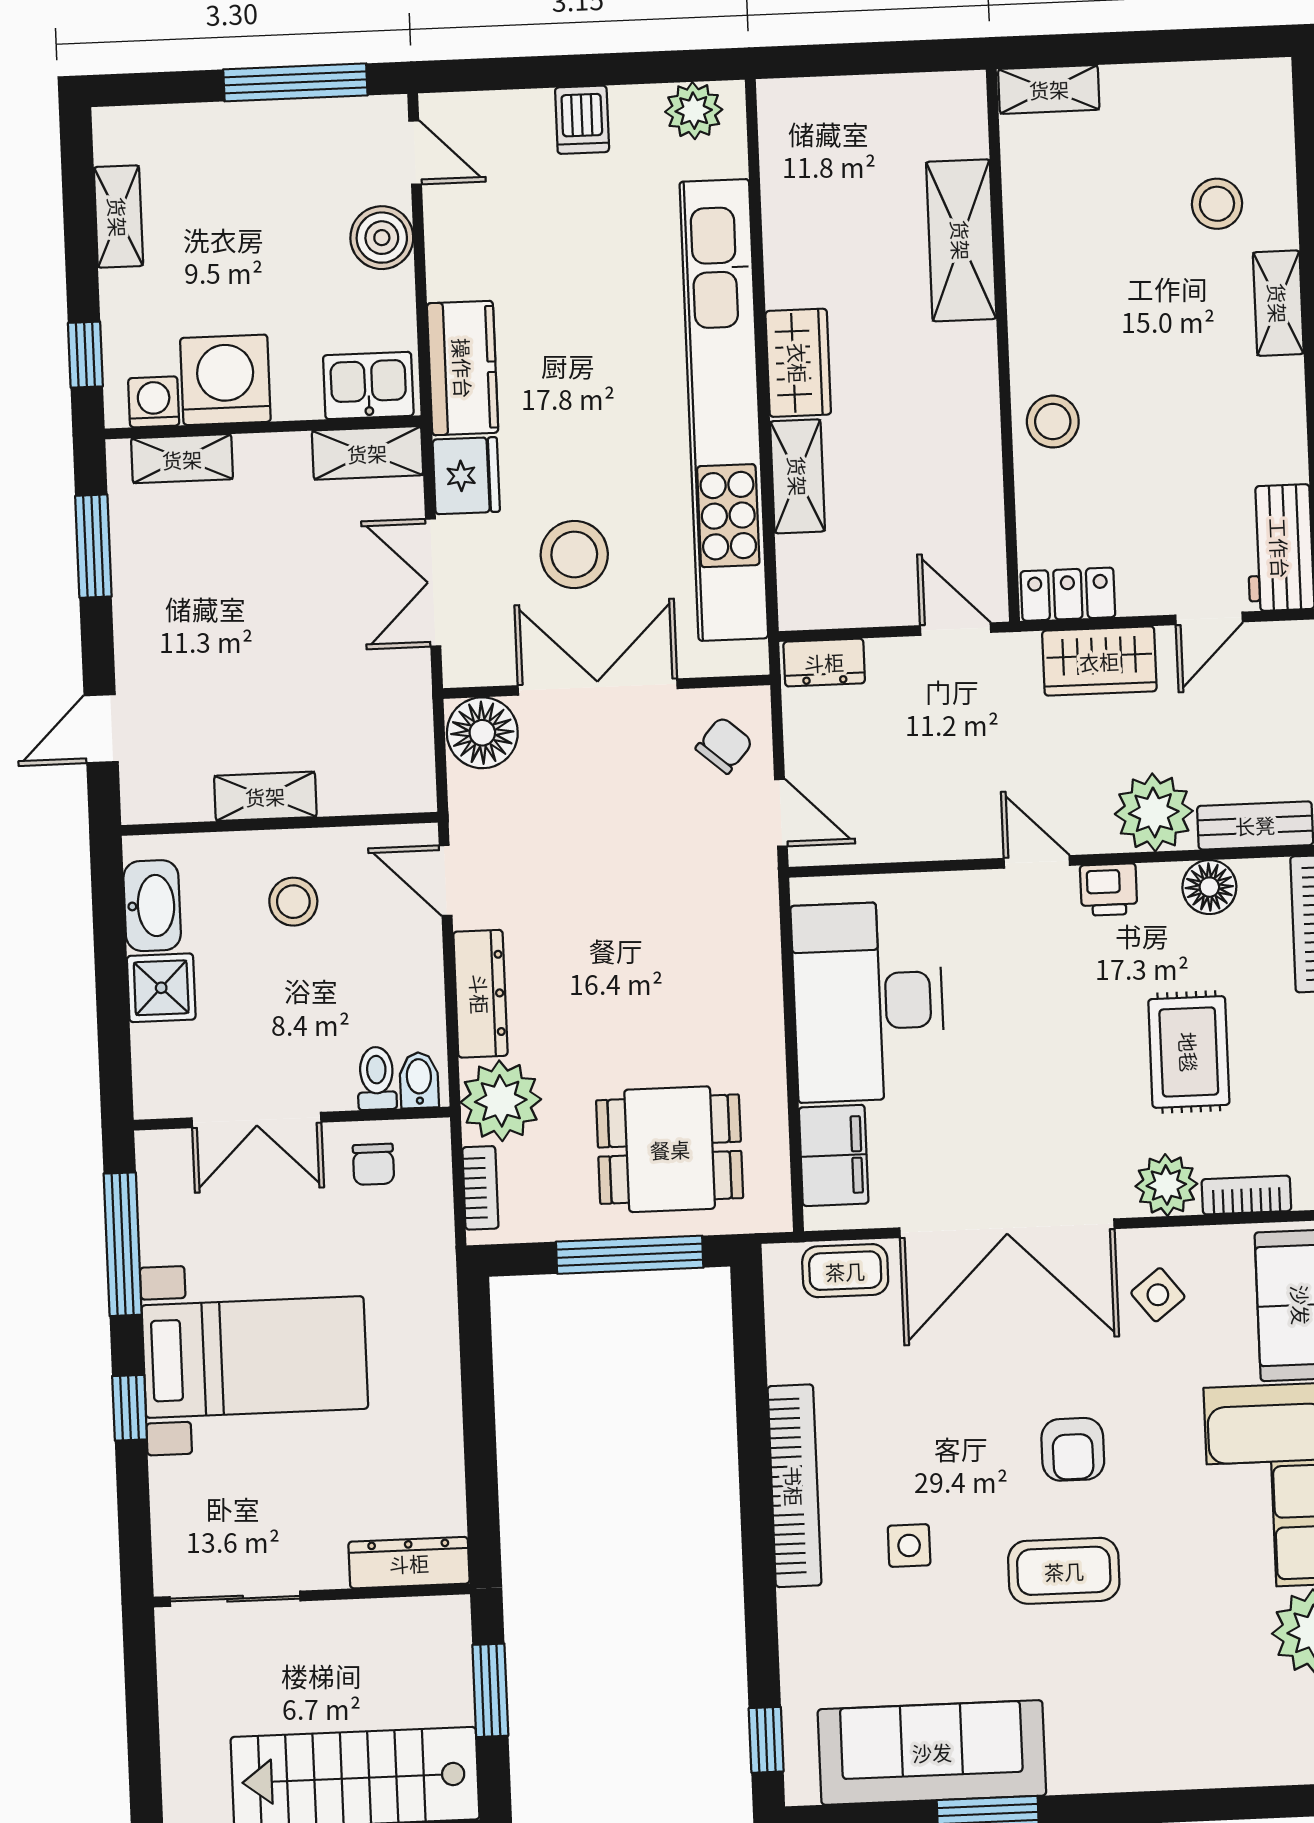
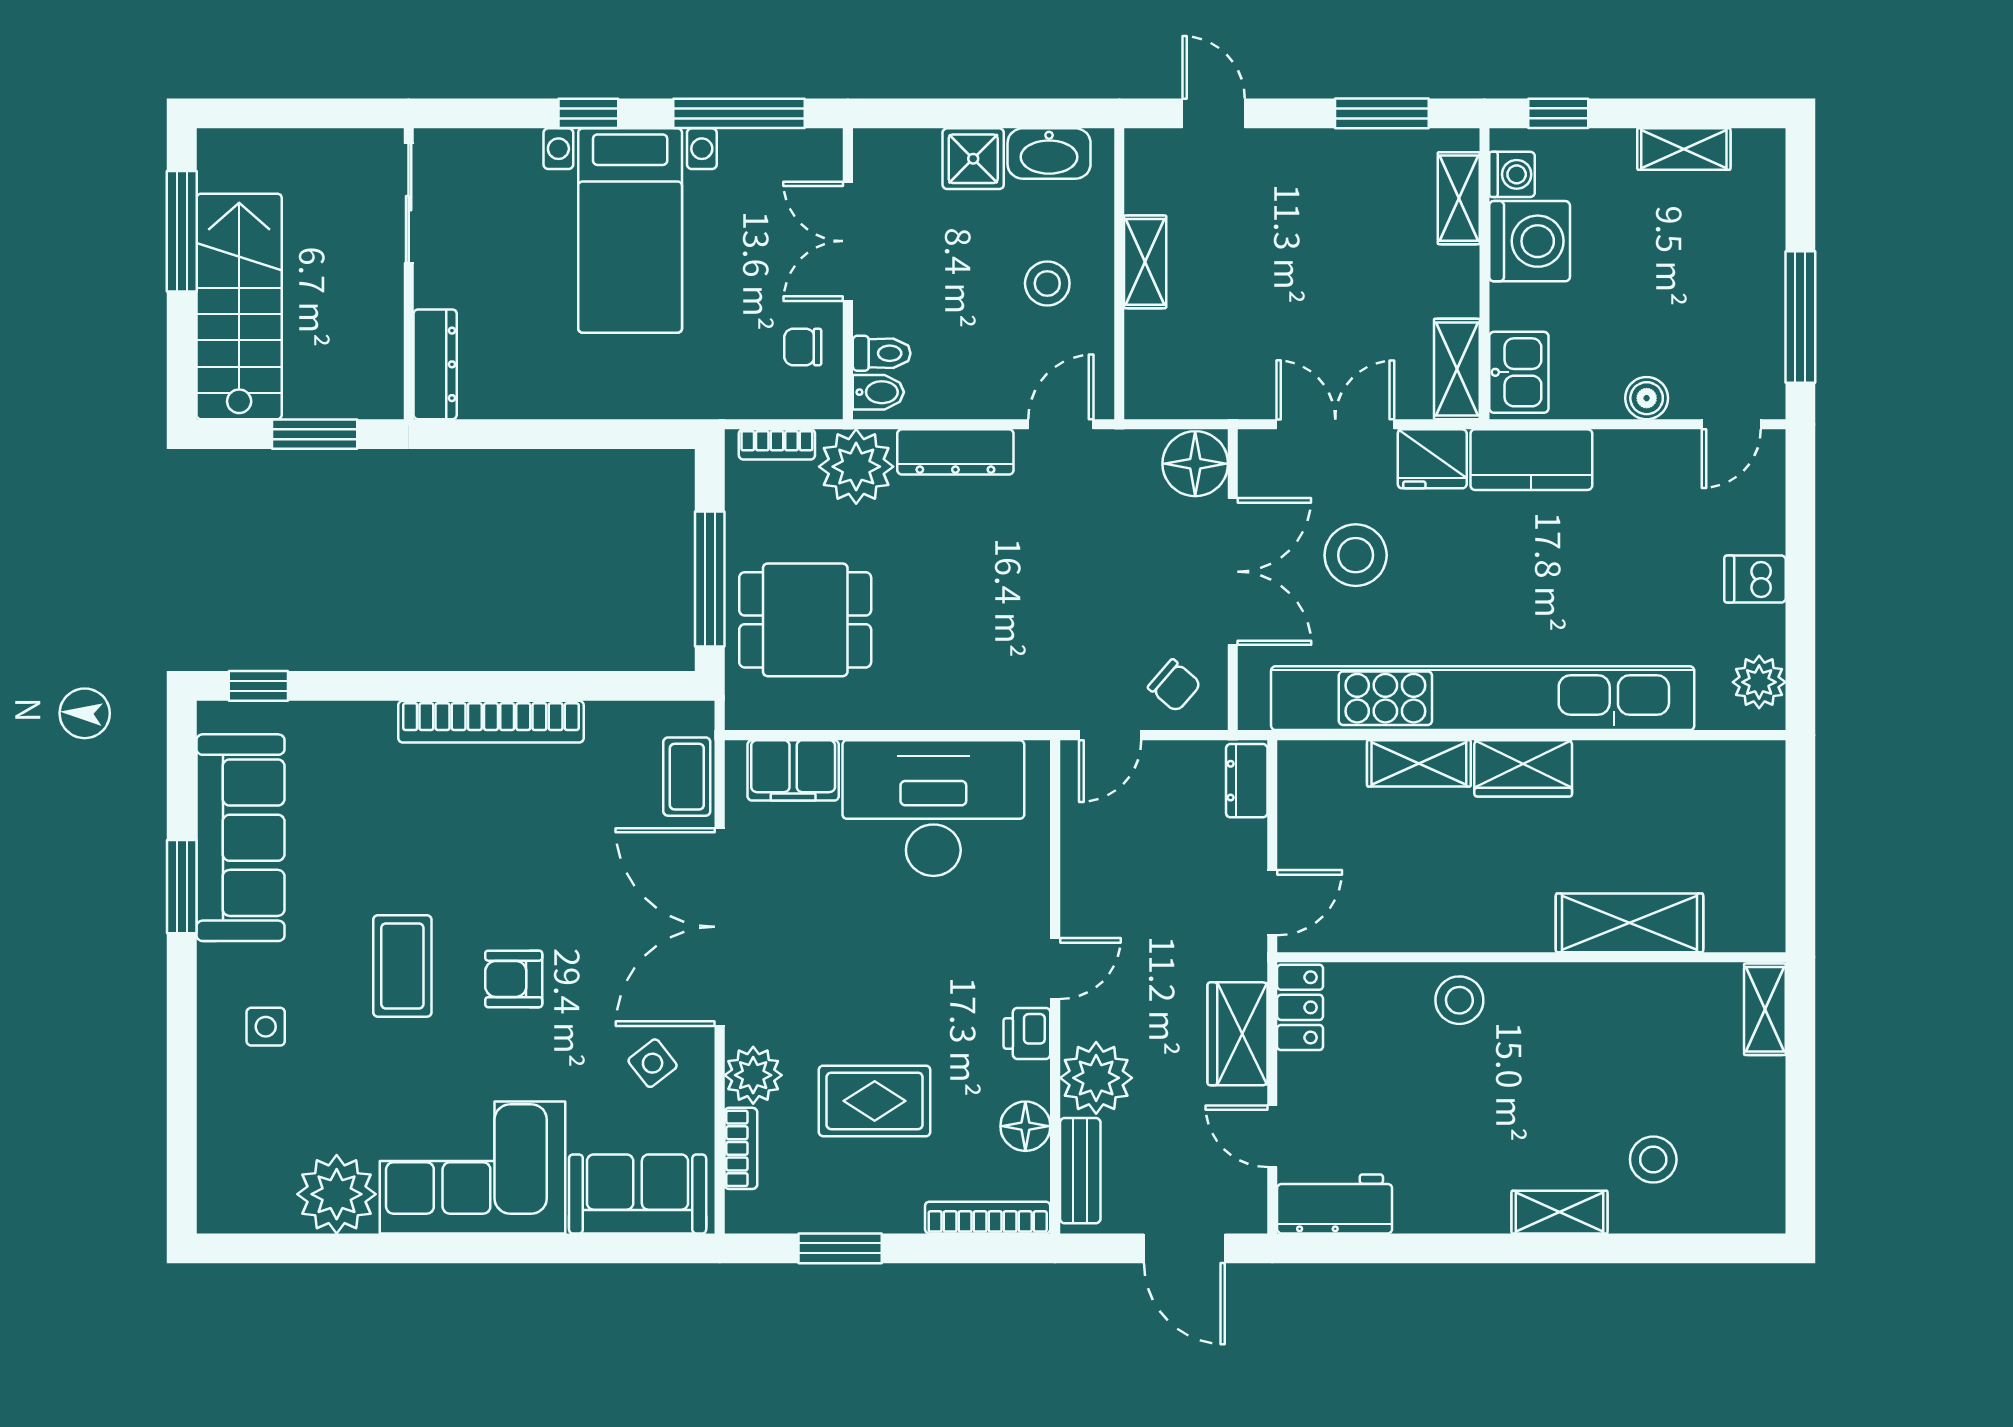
boiler: (382, 238) -> (1647, 398), width x0.73, depth x0.73
dining table: (670, 1149) -> (805, 620), turned 90
side table: (909, 1545) -> (266, 1027), moved

